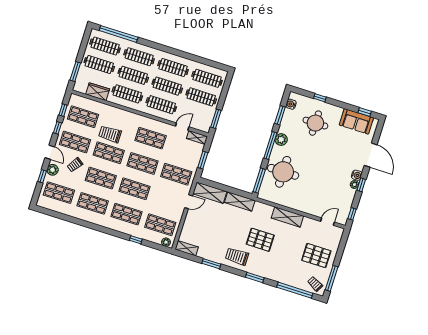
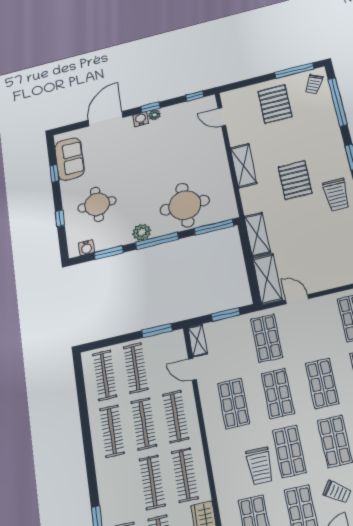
clothes rail: (139, 57) -> (120, 489), removed
window: (365, 112) -> (54, 173), moved

